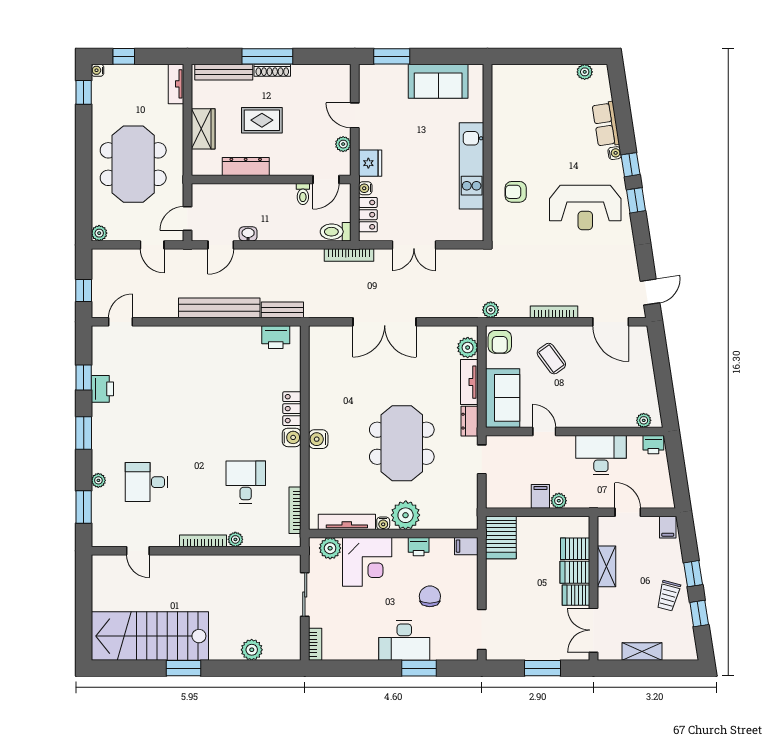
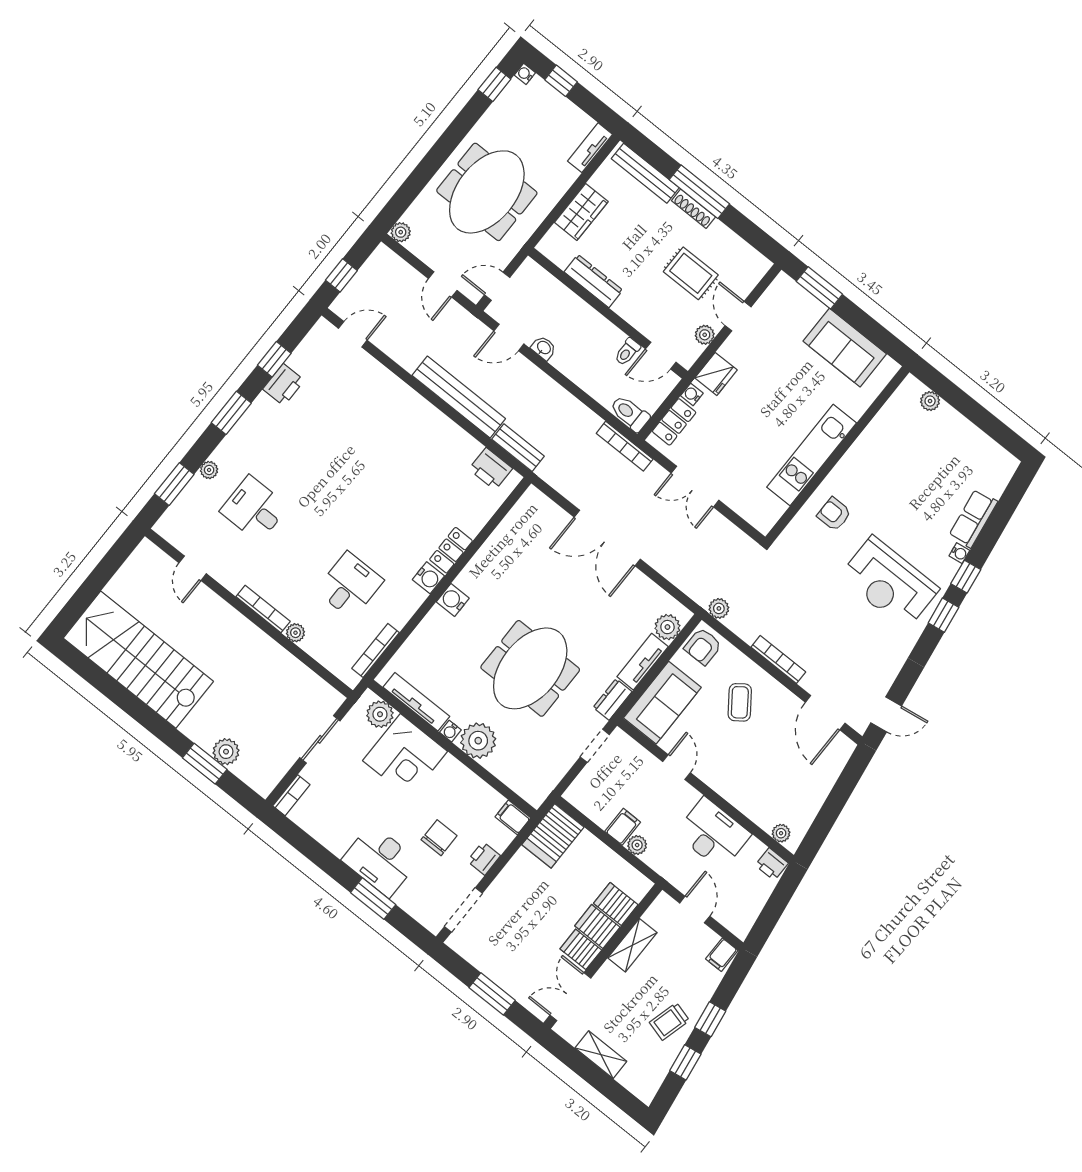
plant: (585, 72) -> (930, 401), moved
rug: (262, 120) -> (691, 273), moved
printer: (419, 547) -> (484, 858), moved, turned 90
window: (184, 668) -> (205, 764), moved

